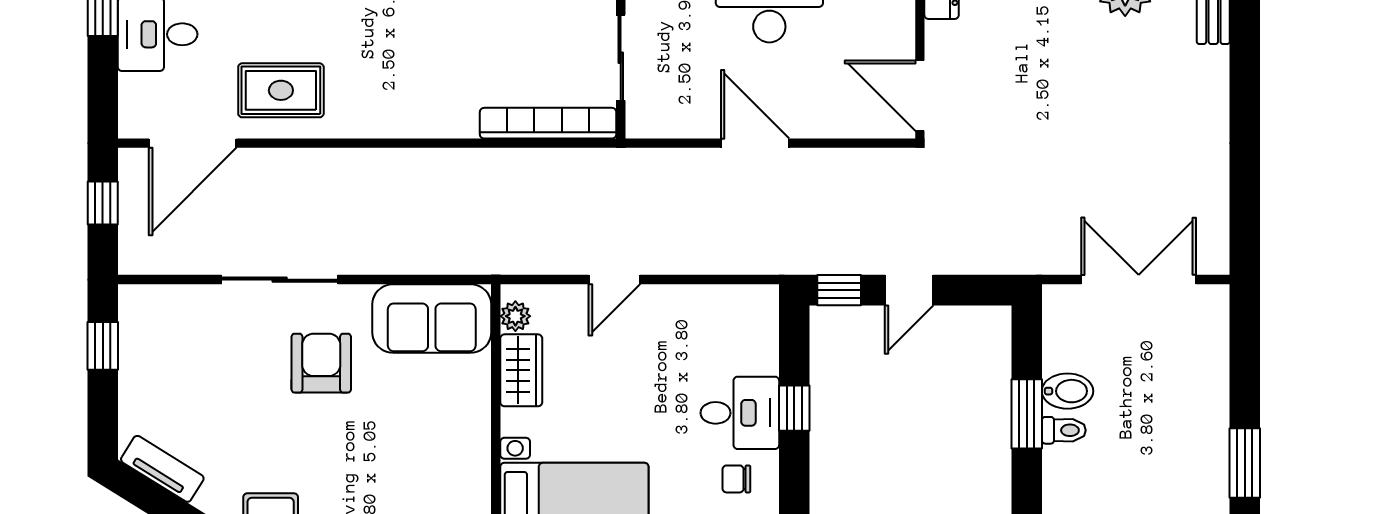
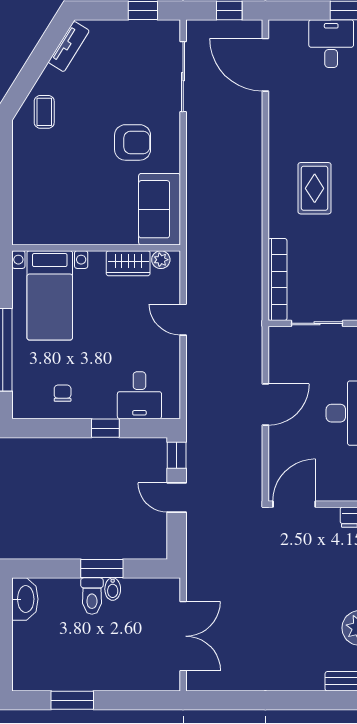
rug: (281, 90) -> (315, 188), moved
sliding door: (280, 280) -> (183, 77), moved
bidet: (1067, 391) -> (113, 589), width x0.72, depth x0.74
desk: (740, 413) -> (139, 395), moved
toilet: (1064, 430) -> (92, 596), width x1.37, depth x1.39

